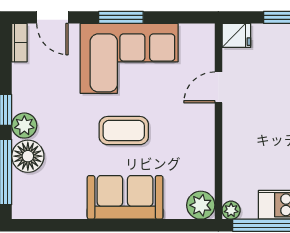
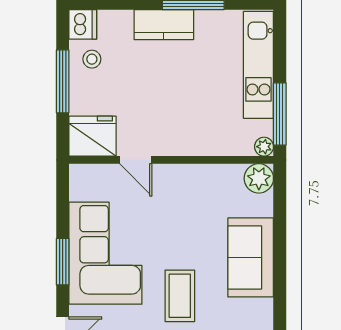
fridge: (236, 35) -> (93, 136), width x1.88, depth x1.34
coffee table: (124, 131) -> (180, 296), moved

